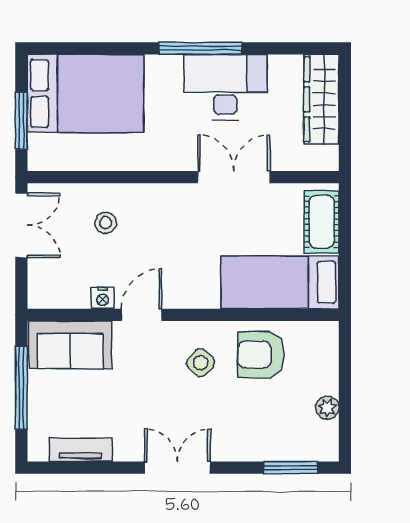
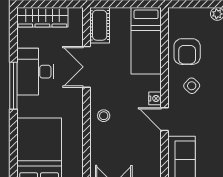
cot: (322, 222) -> (100, 25), moved, turned 90
stool: (106, 223) -> (104, 116), moved
nightstand: (103, 298) -> (155, 98), moved

